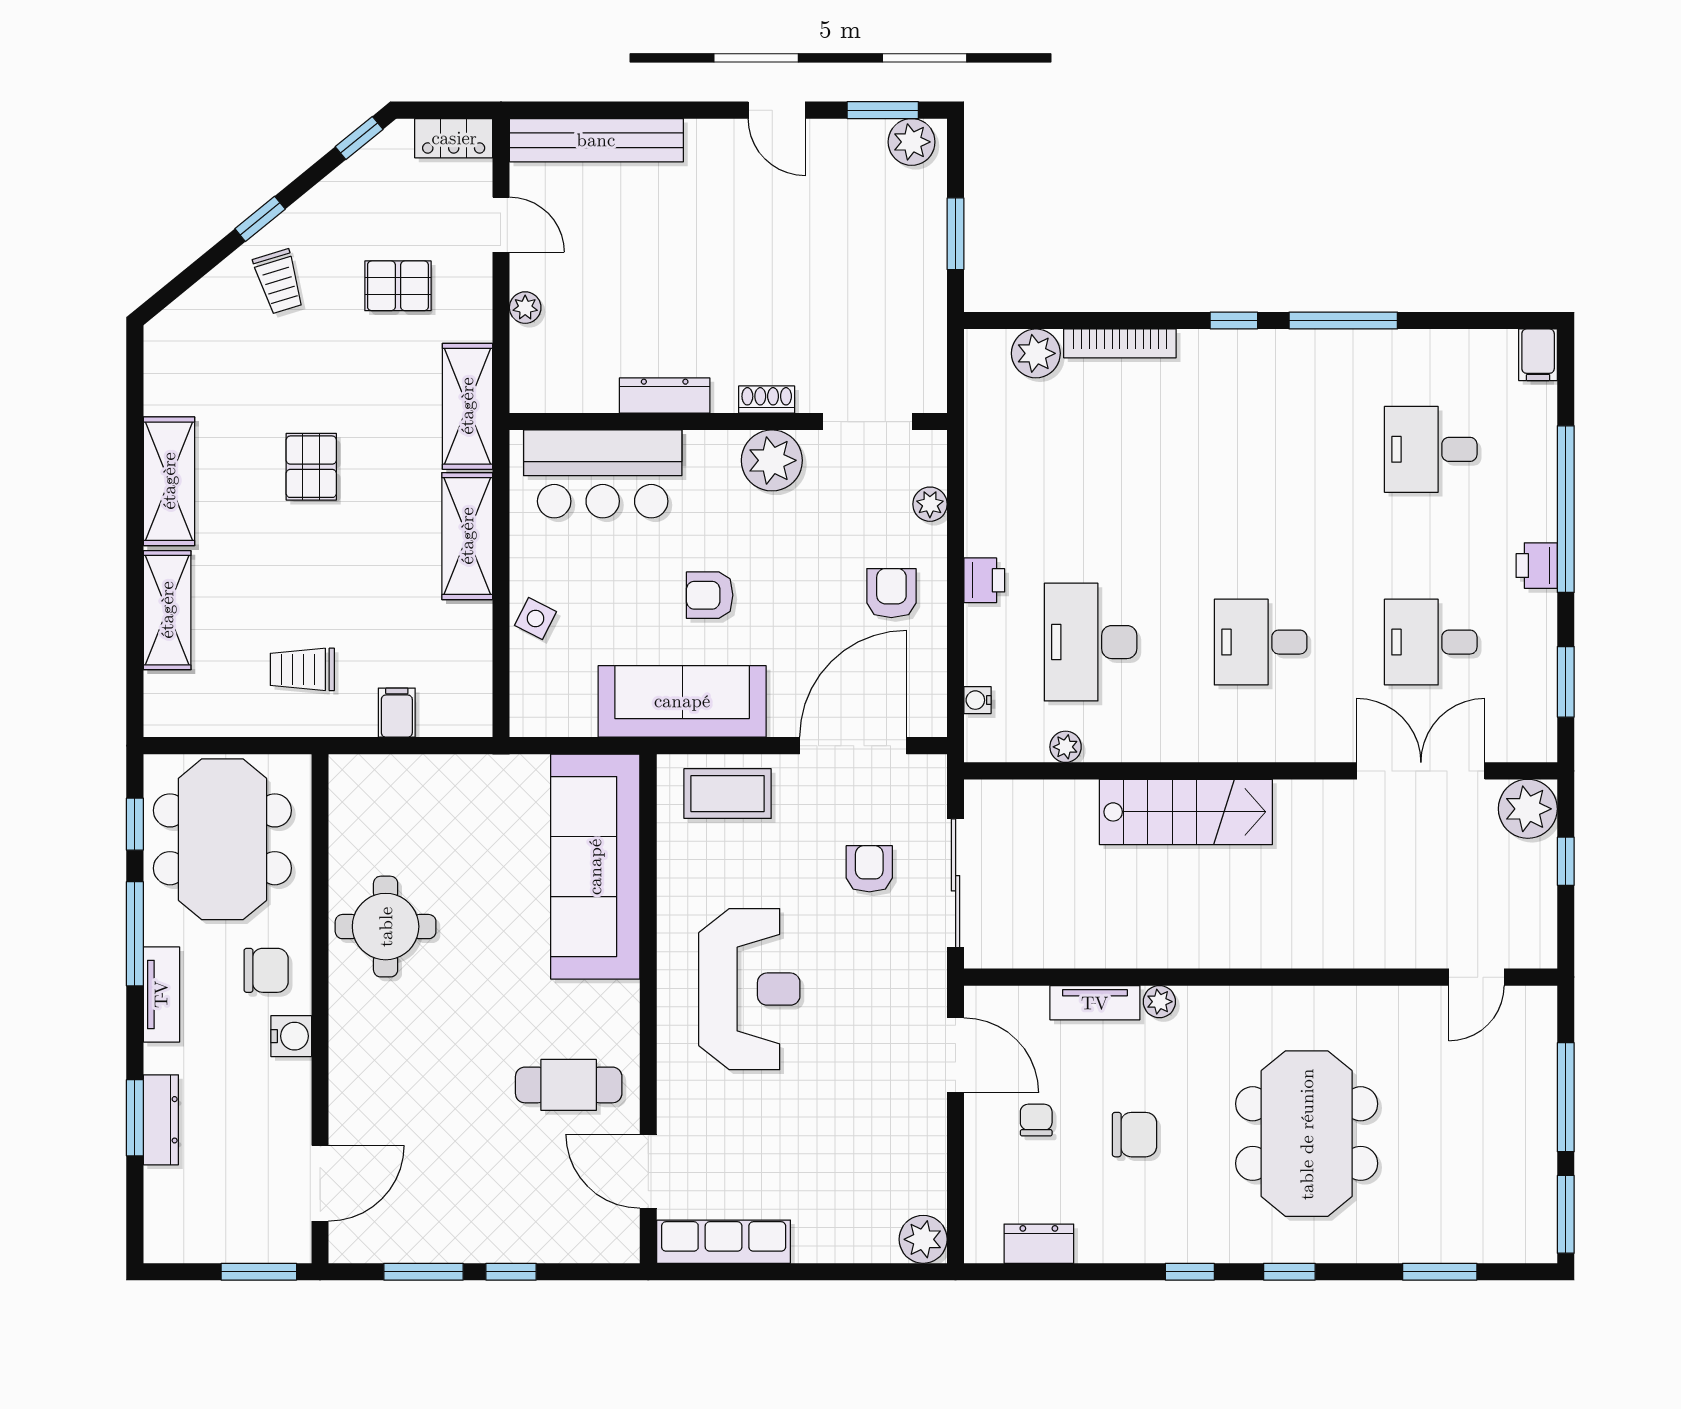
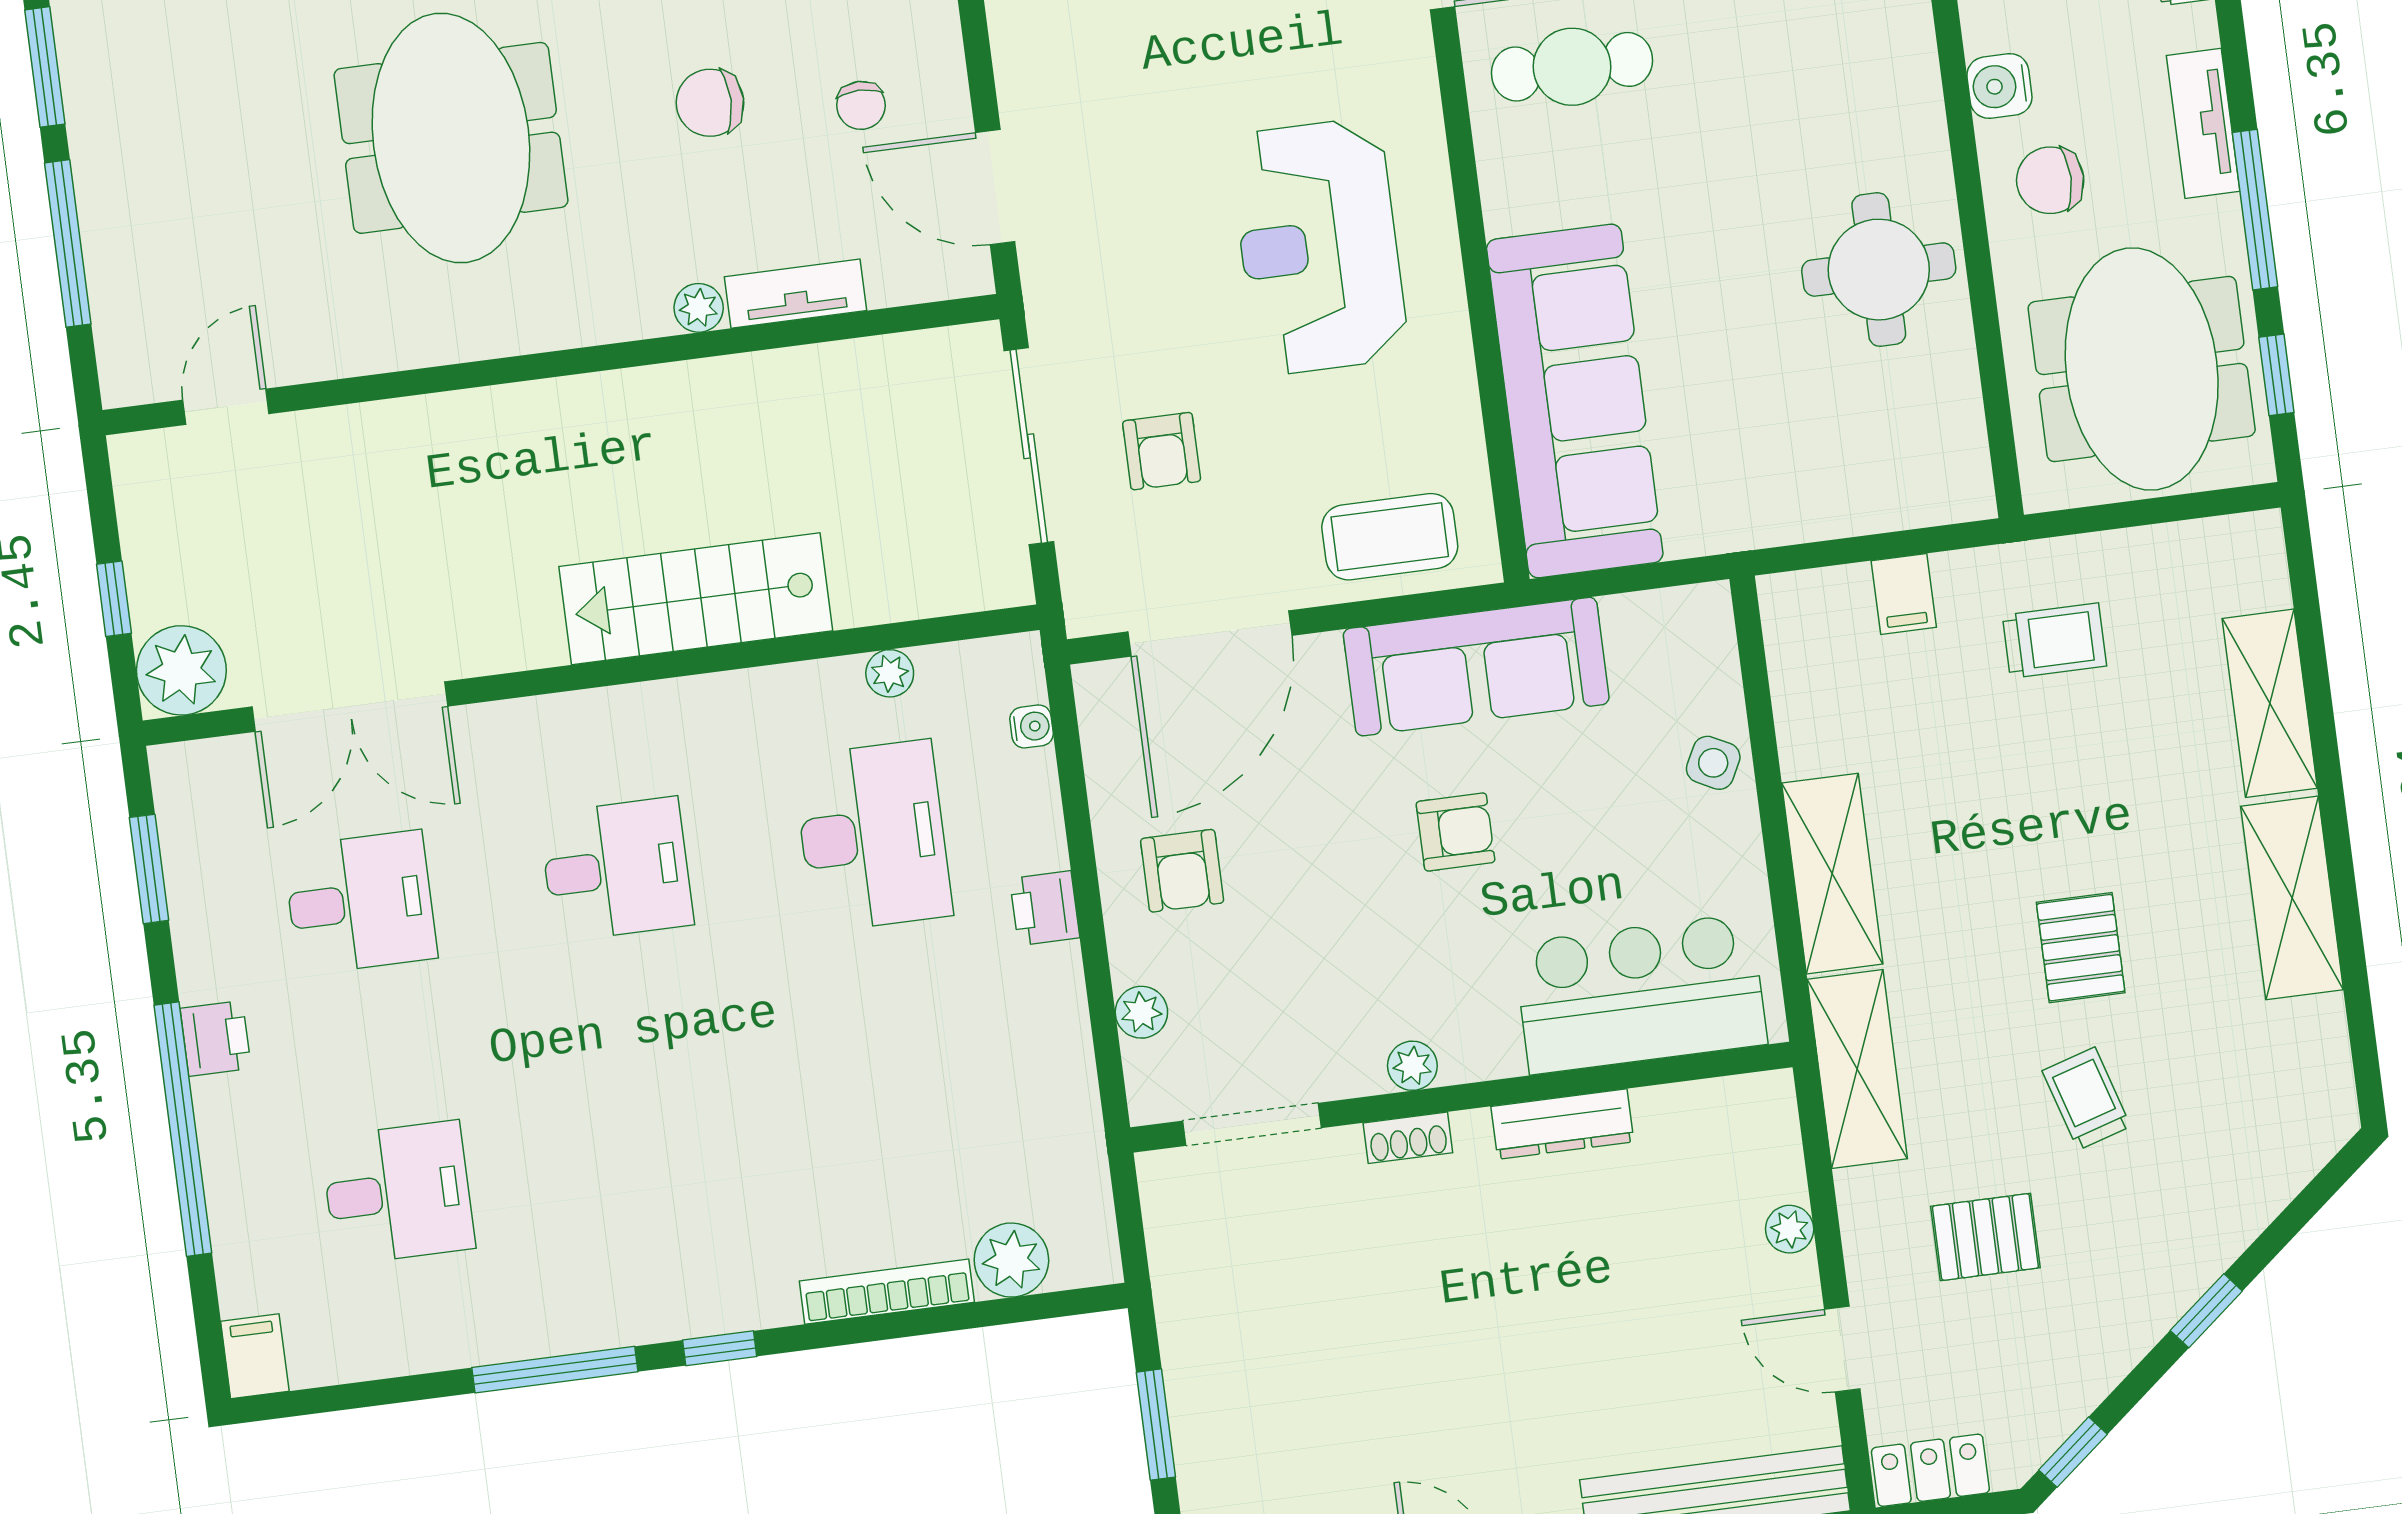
trolley: (279, 282) -> (2086, 1099), moved
plant: (772, 460) -> (1412, 1066), width x0.53, depth x0.53

